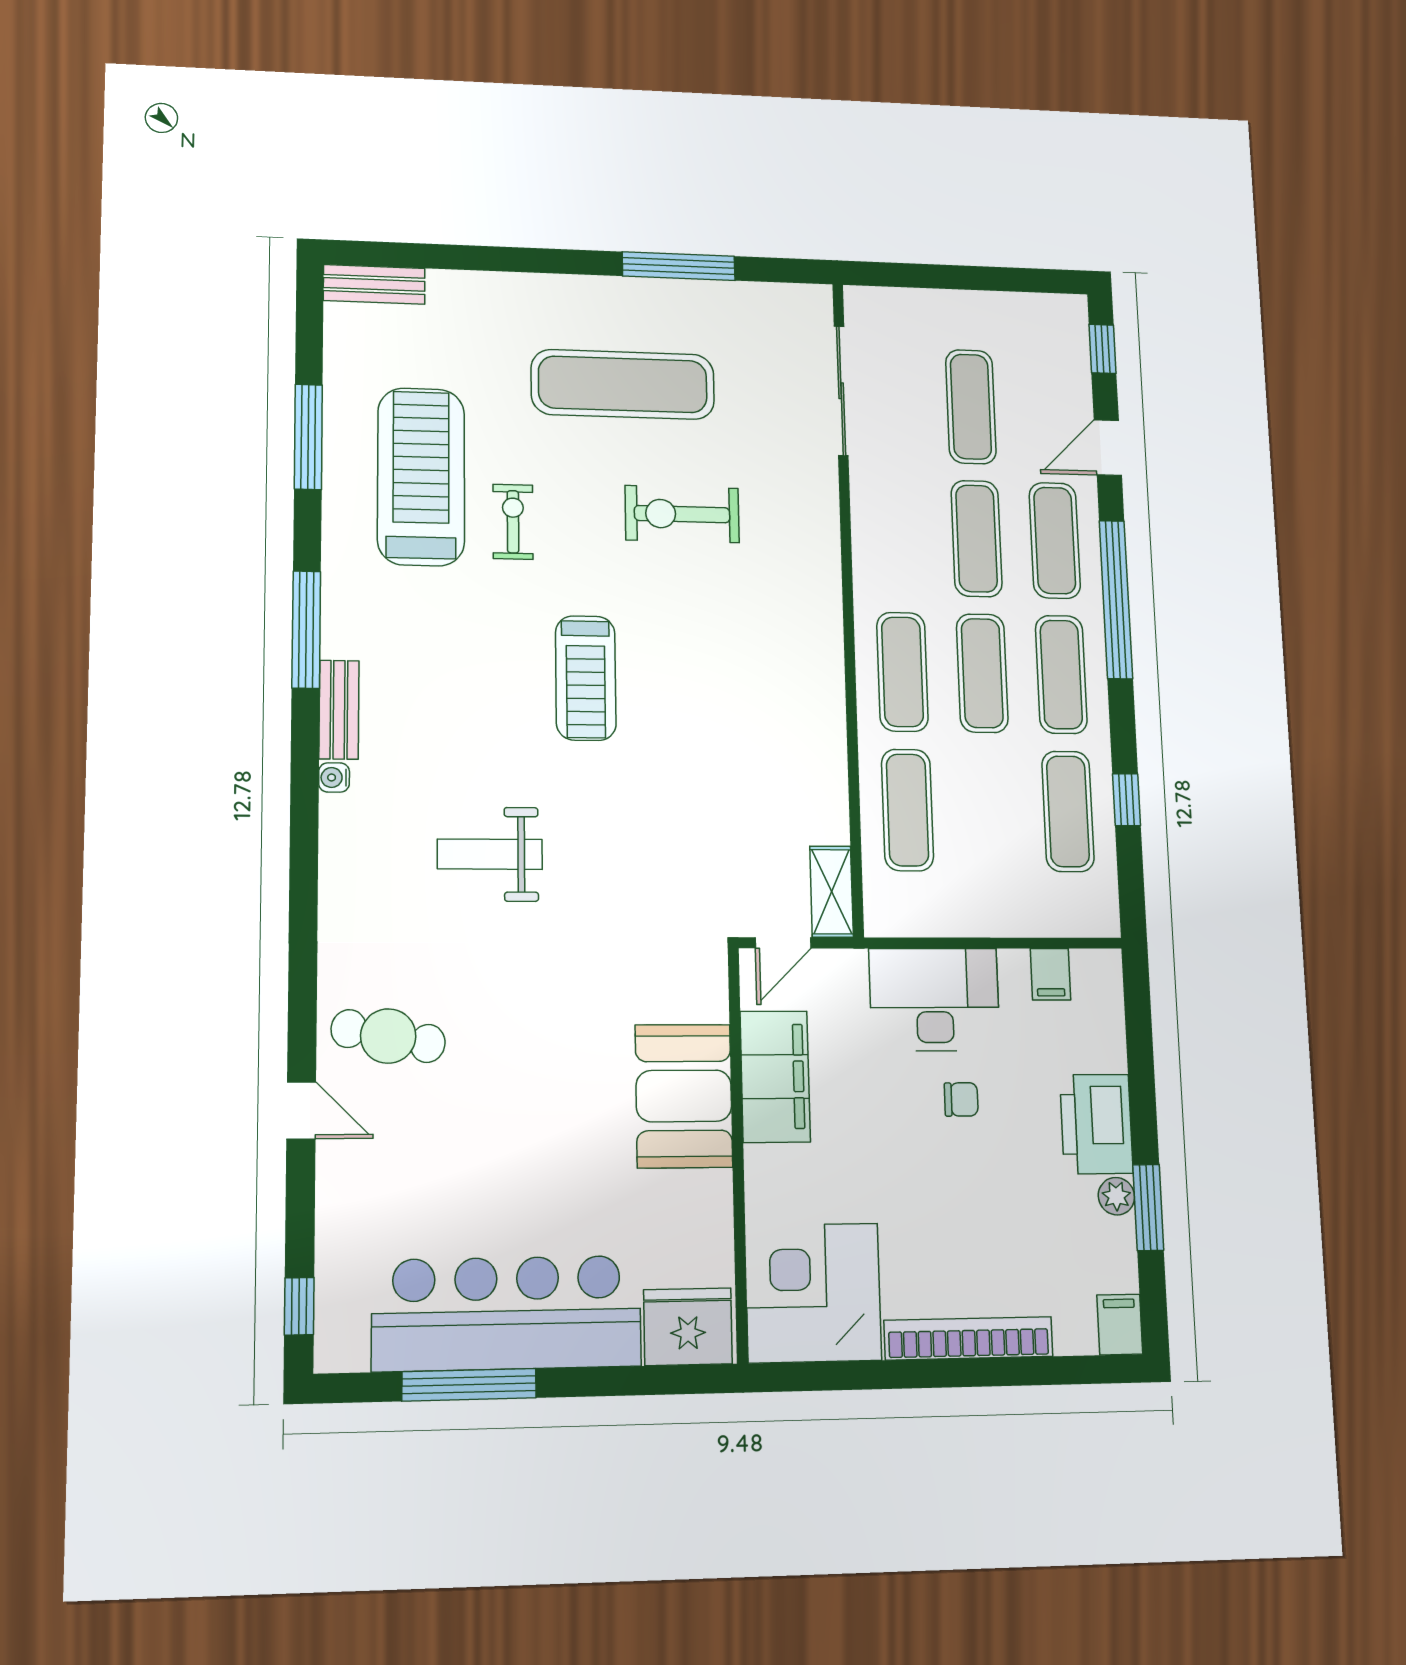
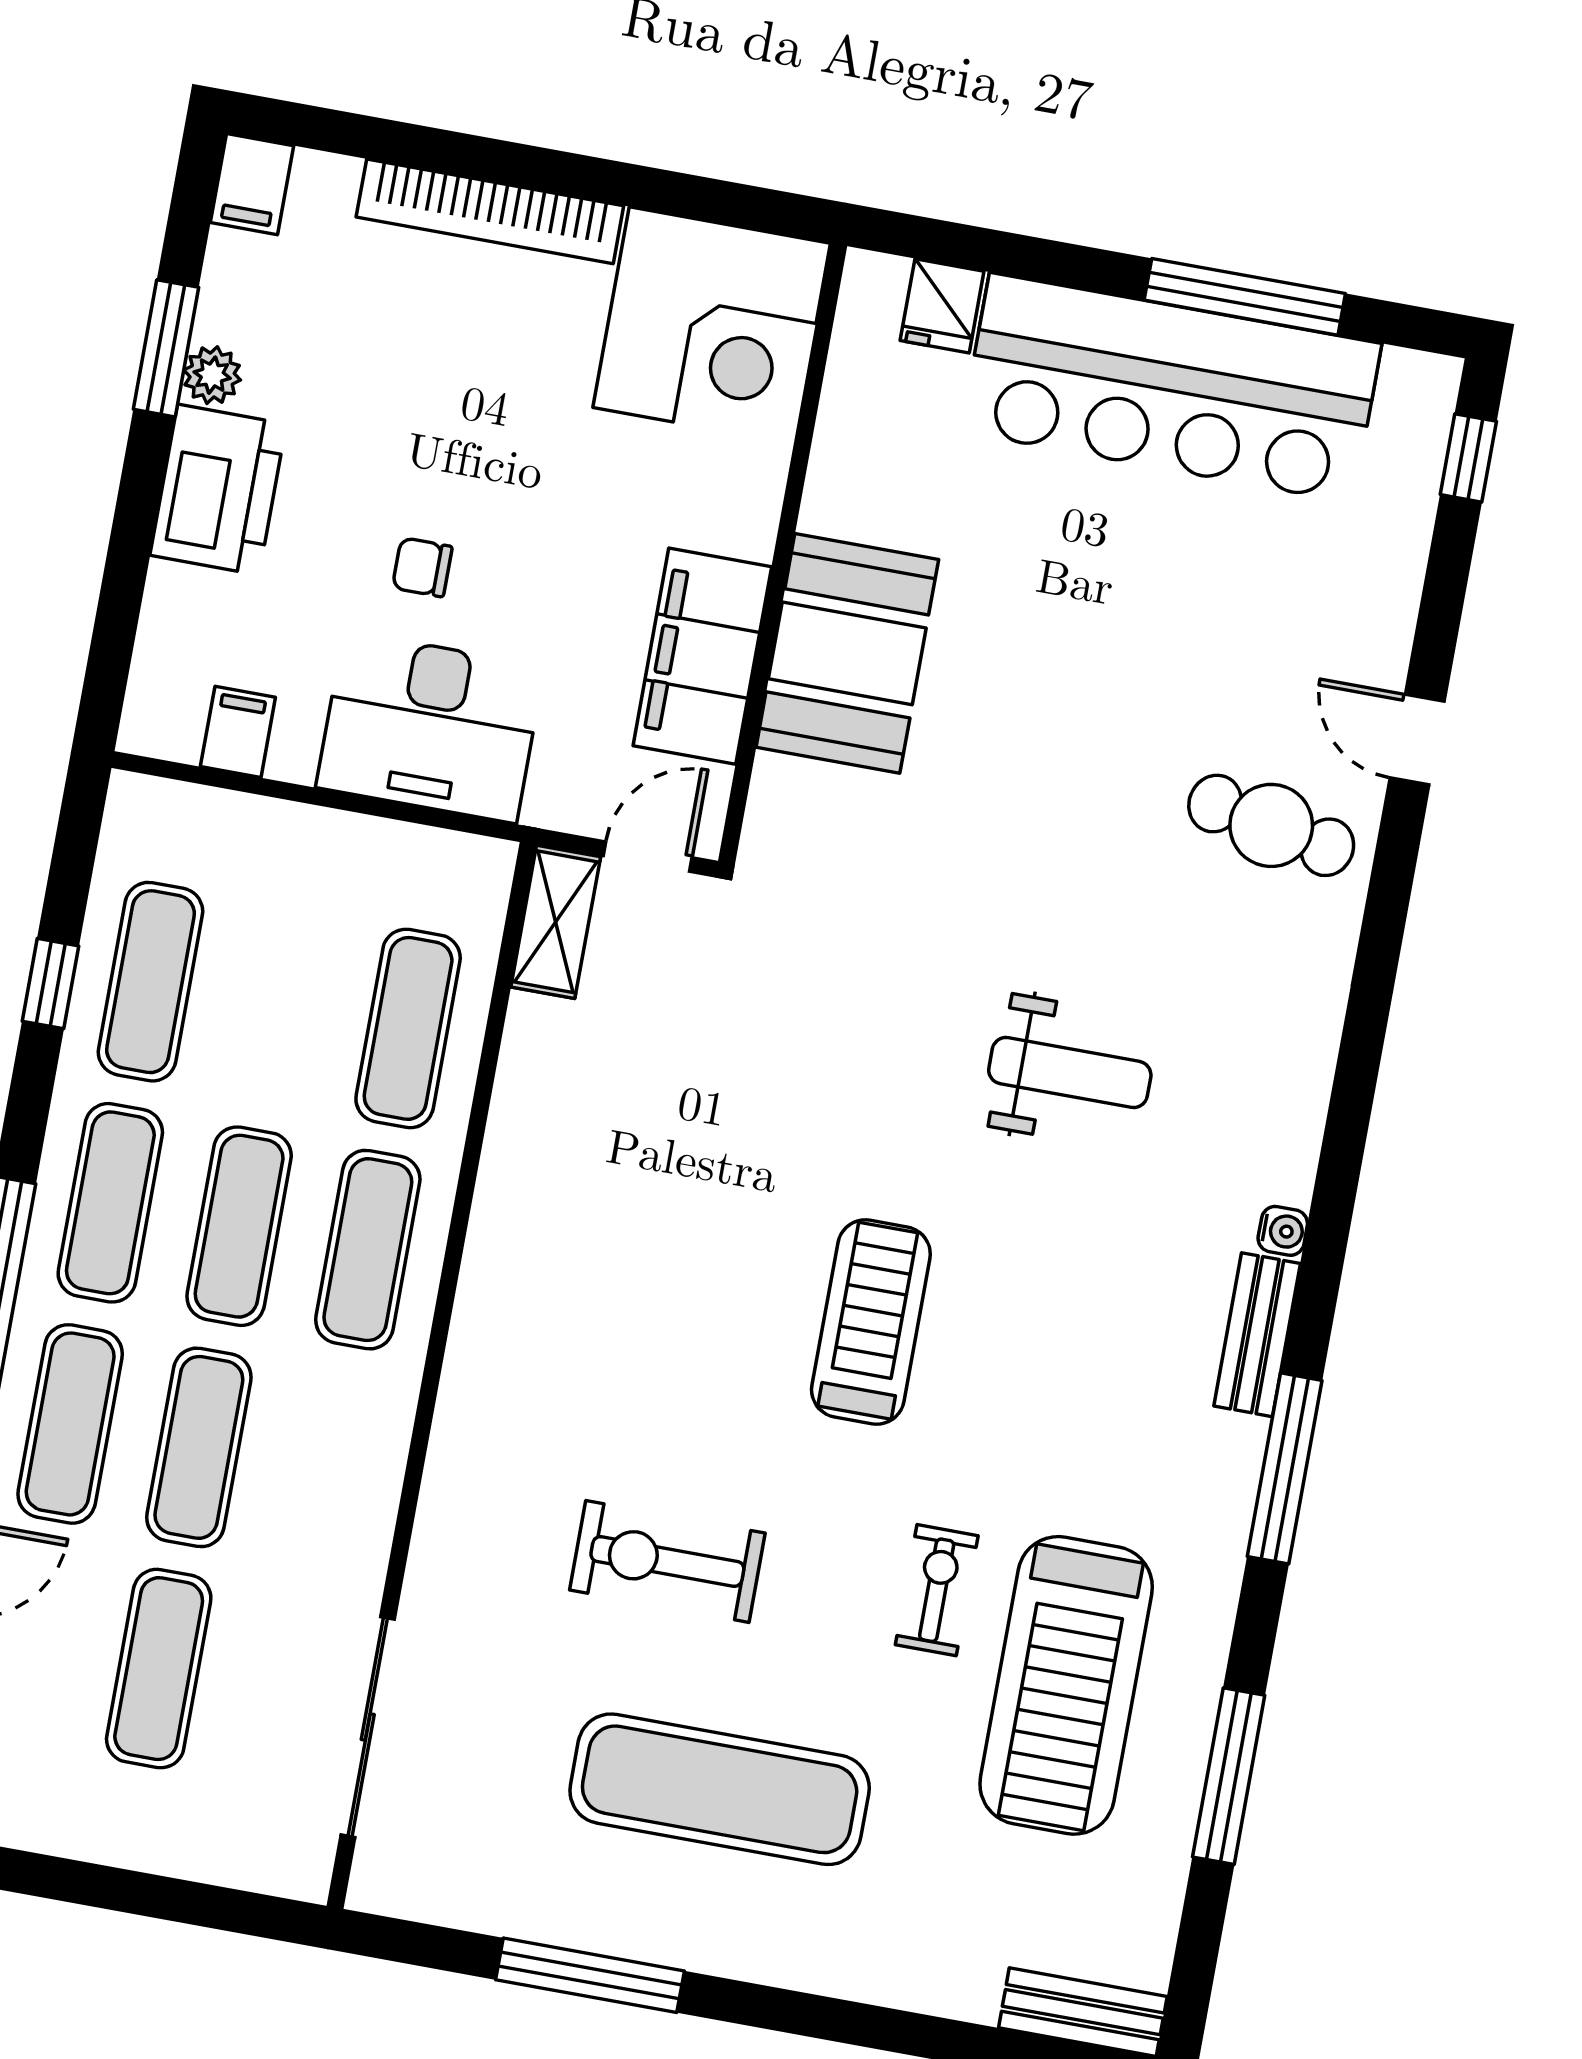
exercise bike: (682, 514) -> (667, 1561), turned 180
exercise bike: (513, 522) -> (937, 1590), turned 180
fridge: (688, 1327) -> (942, 306), width x0.53, depth x0.75

